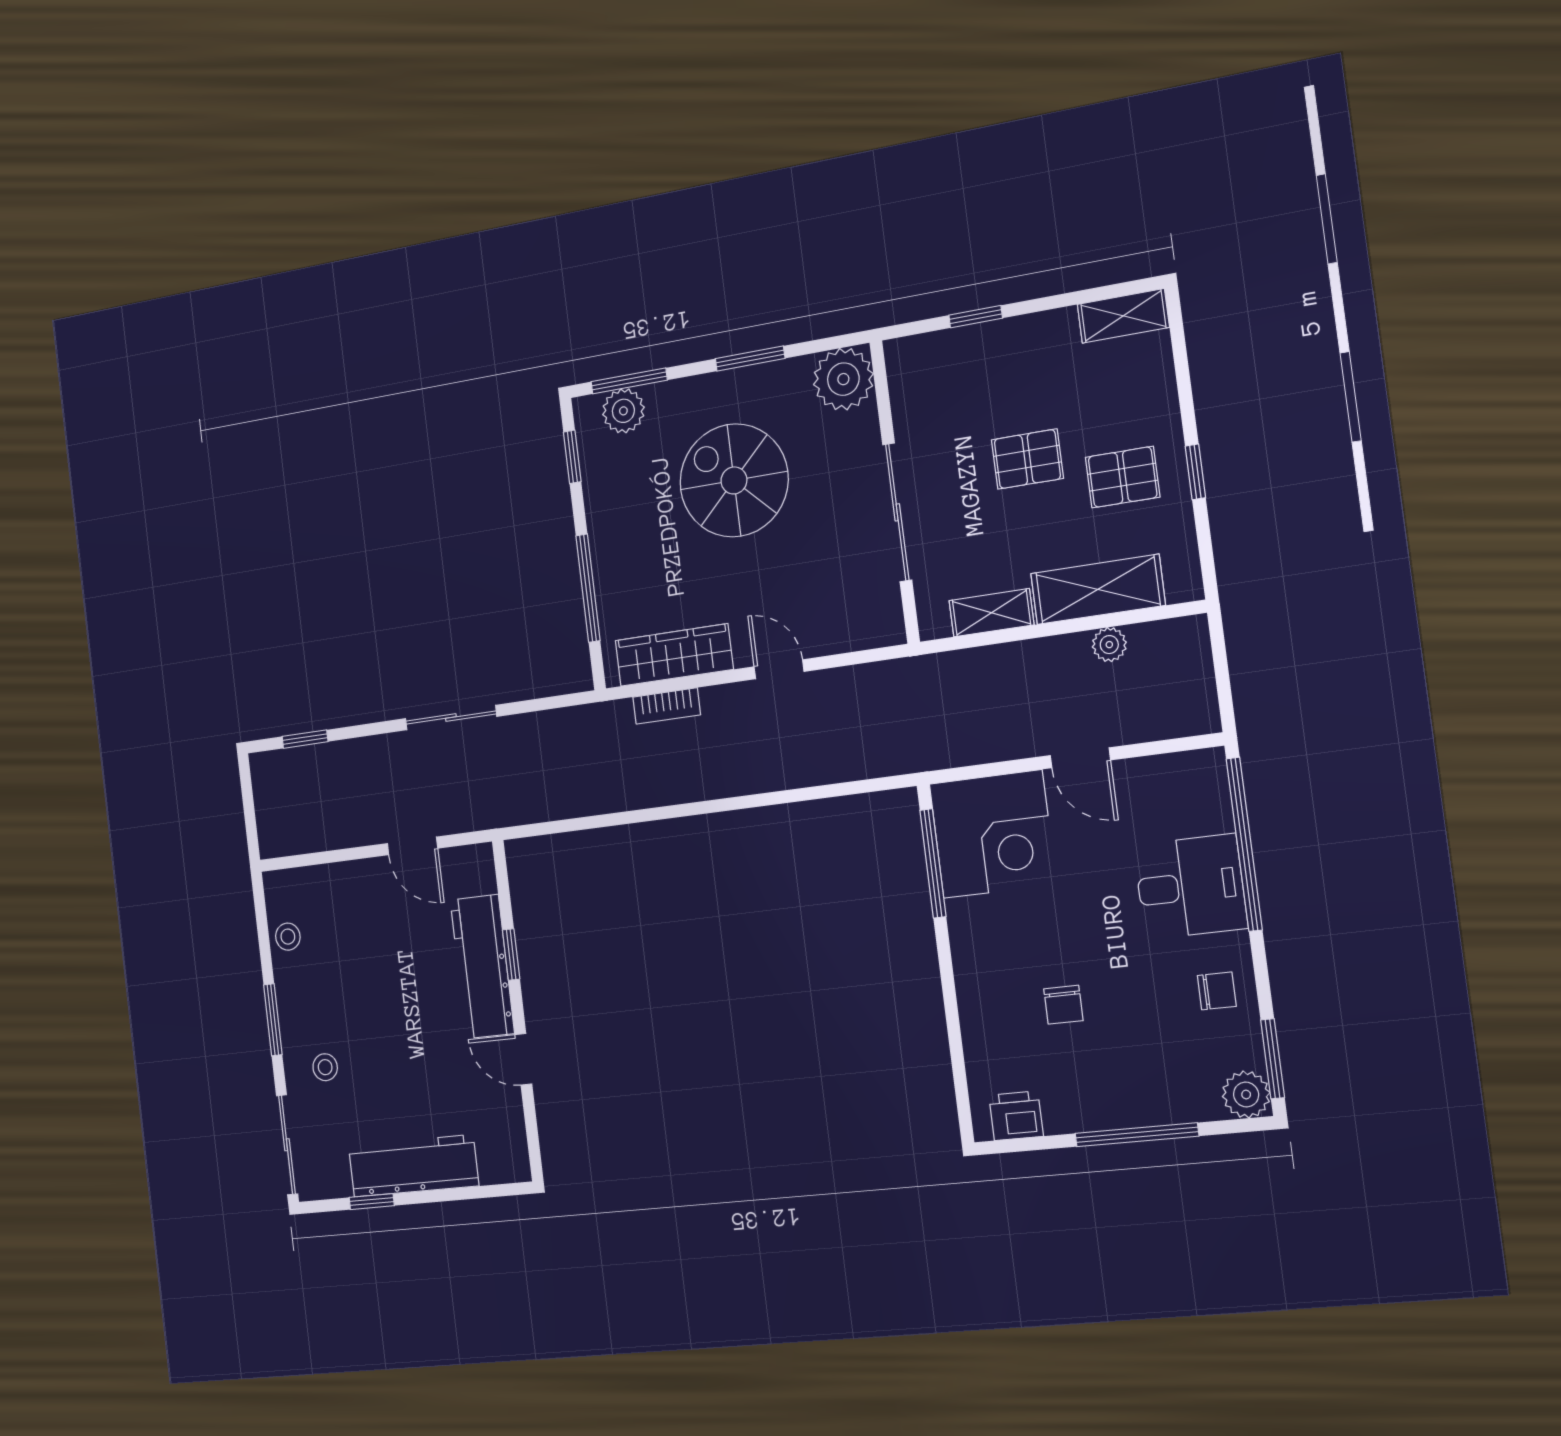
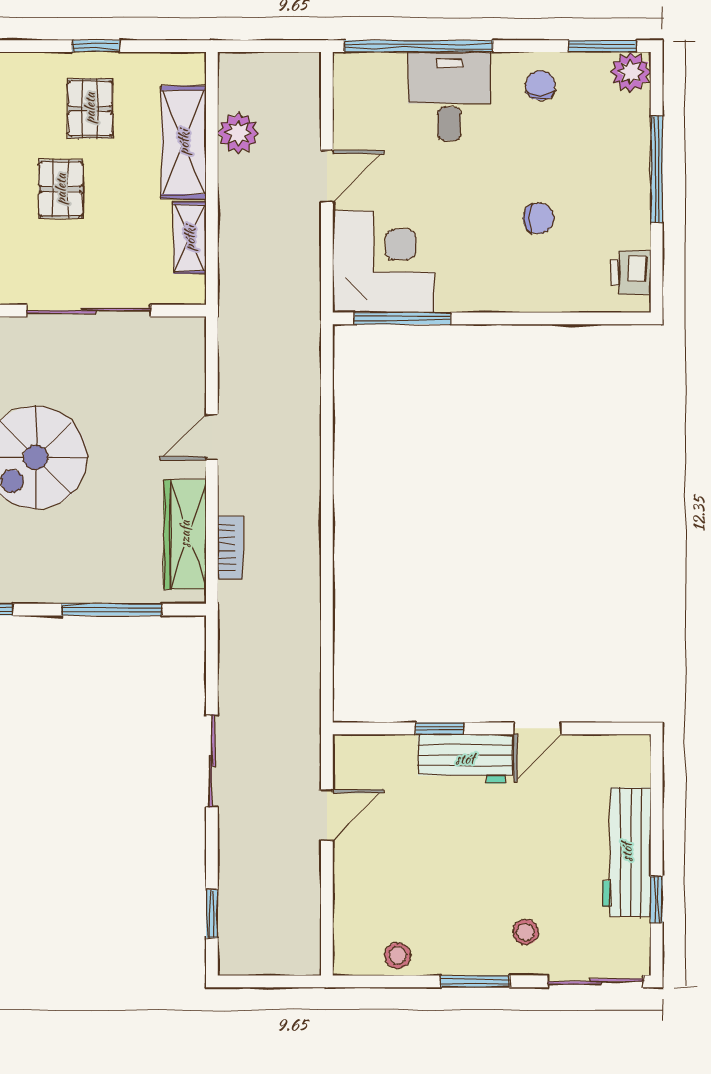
plant: (1109, 645) -> (238, 133), width x1.38, depth x1.38
workbench: (482, 967) -> (465, 759), width x0.73

